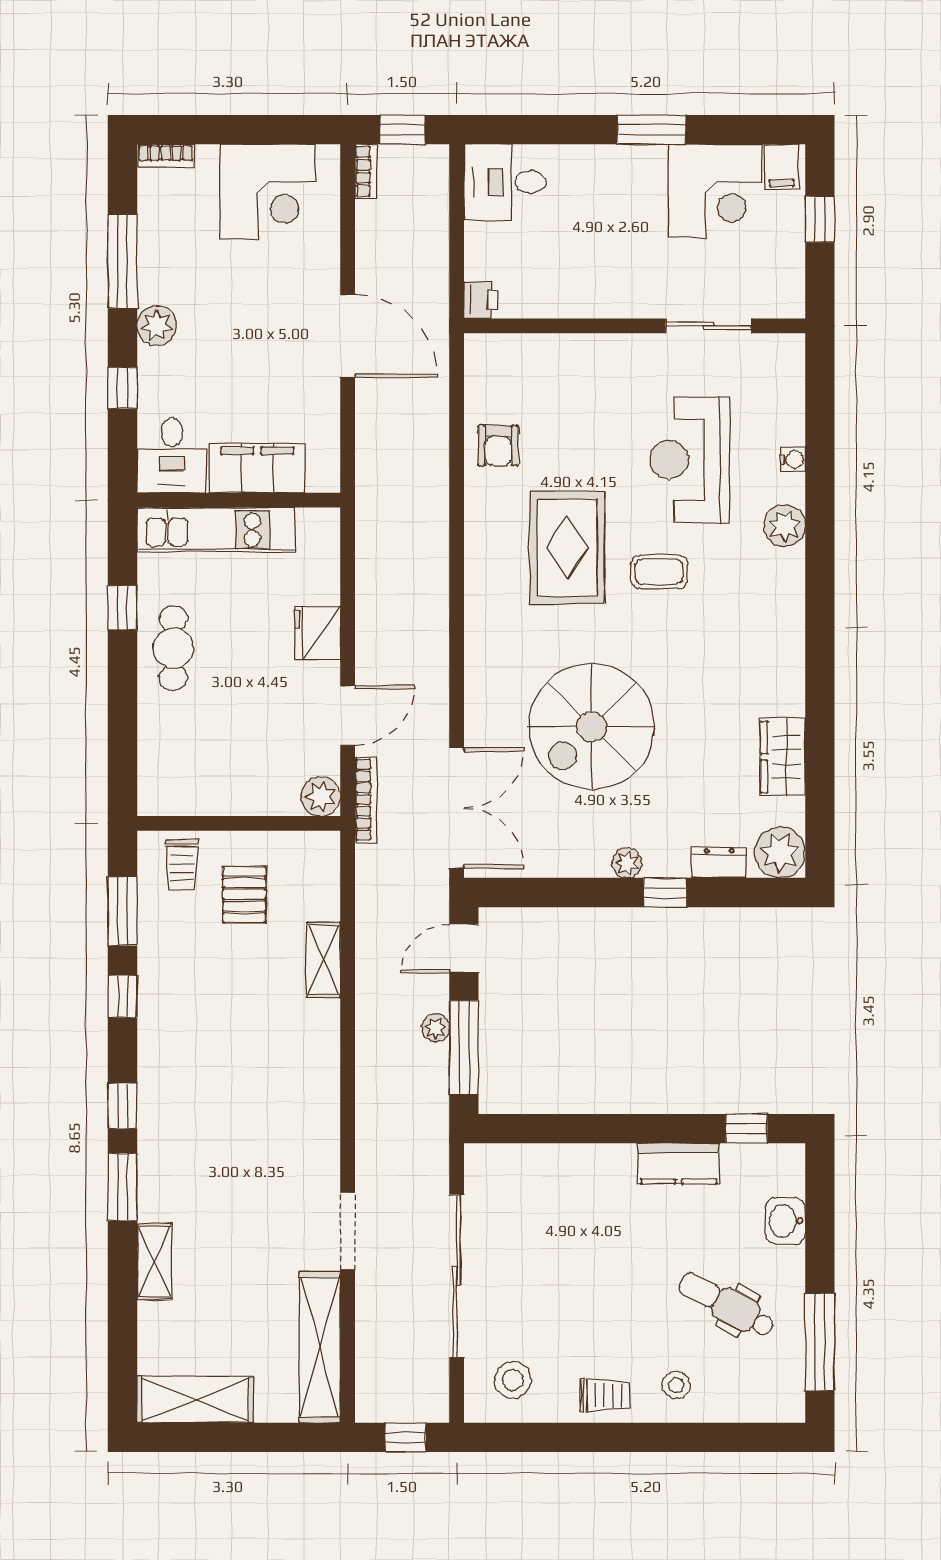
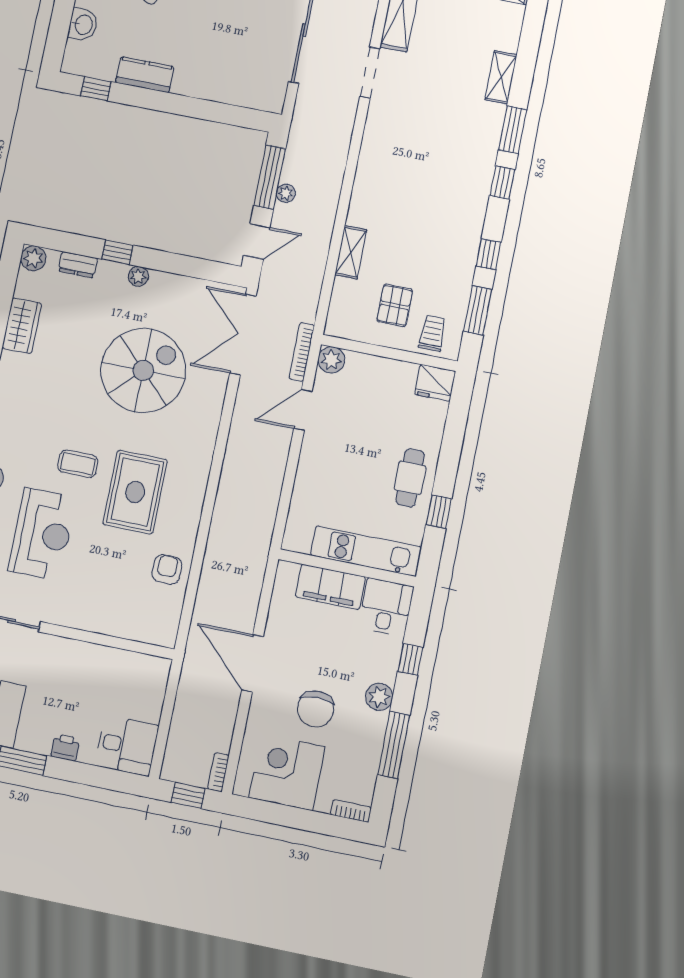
chair: (244, 290) -> (316, 709), added
printer: (481, 300) -> (65, 747), moved, turned 90
fridge: (317, 633) -> (435, 383), moved, turned 90
plant: (780, 852) -> (33, 258), width x0.73, depth x0.73

